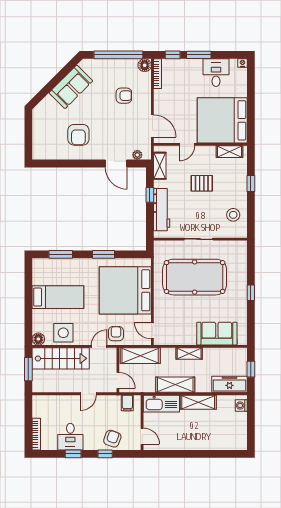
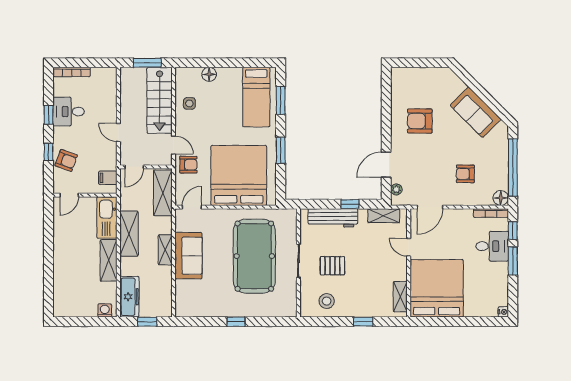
desk: (216, 73) -> (492, 246), moved
armchair: (124, 96) -> (465, 174), turned 90
pallet: (202, 183) -> (332, 266), moved, turned 90
bed: (58, 297) -> (256, 97), moved
side table: (63, 333) -> (189, 103), width x0.54, depth x0.54
sofa: (217, 334) -> (188, 256), moved
floor lamp: (38, 339) -> (209, 74), moved

